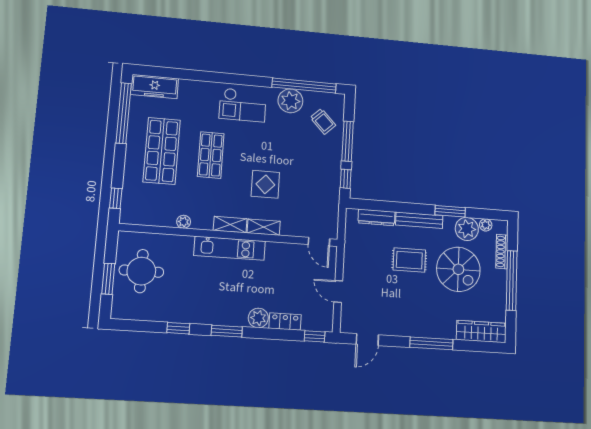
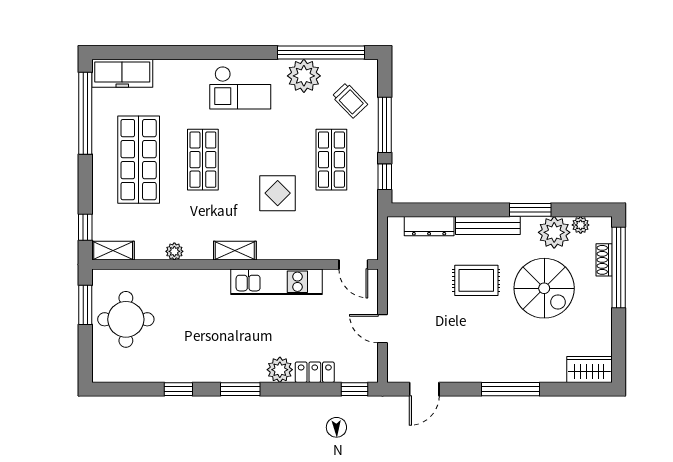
shop shelf: (307, 163) -> (331, 160), added
shelving: (264, 227) -> (113, 251), moved
kitchen unit: (230, 248) -> (276, 282), moved
shoe rack: (502, 252) -> (604, 260), width x0.70
window: (108, 279) -> (85, 305), moved
window: (512, 280) -> (619, 267), moved
wardrobe: (481, 332) -> (589, 369), width x0.67

